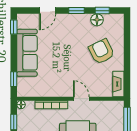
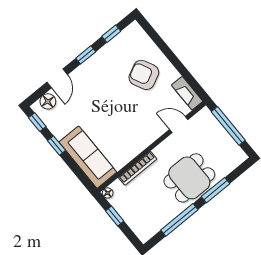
floor lamp: (97, 20) -> (48, 101), moved
sofa: (27, 53) -> (88, 157), moved
window: (14, 79) -> (57, 146), moved
door: (81, 99) -> (179, 124), moved

